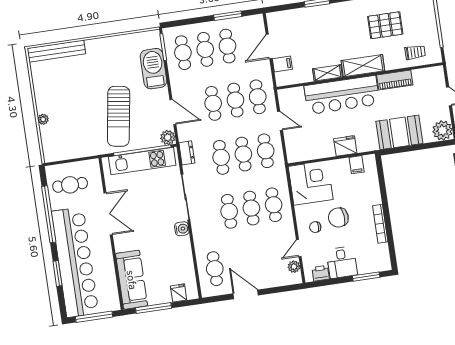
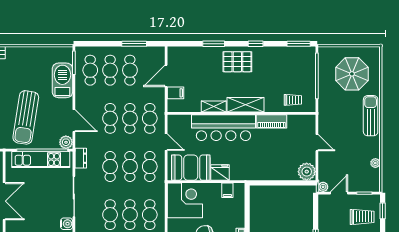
pallet: (385, 25) -> (237, 62), moved
booth: (399, 132) -> (191, 168), moved

